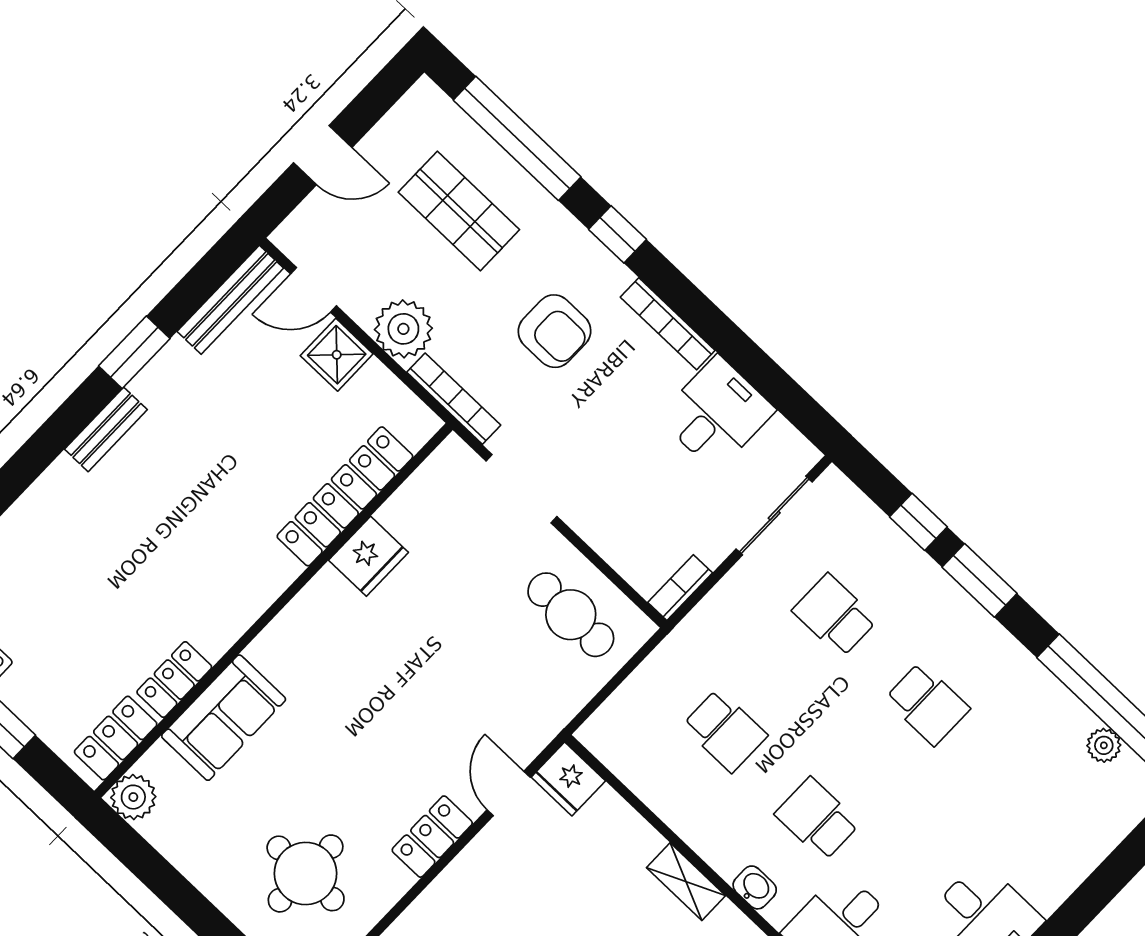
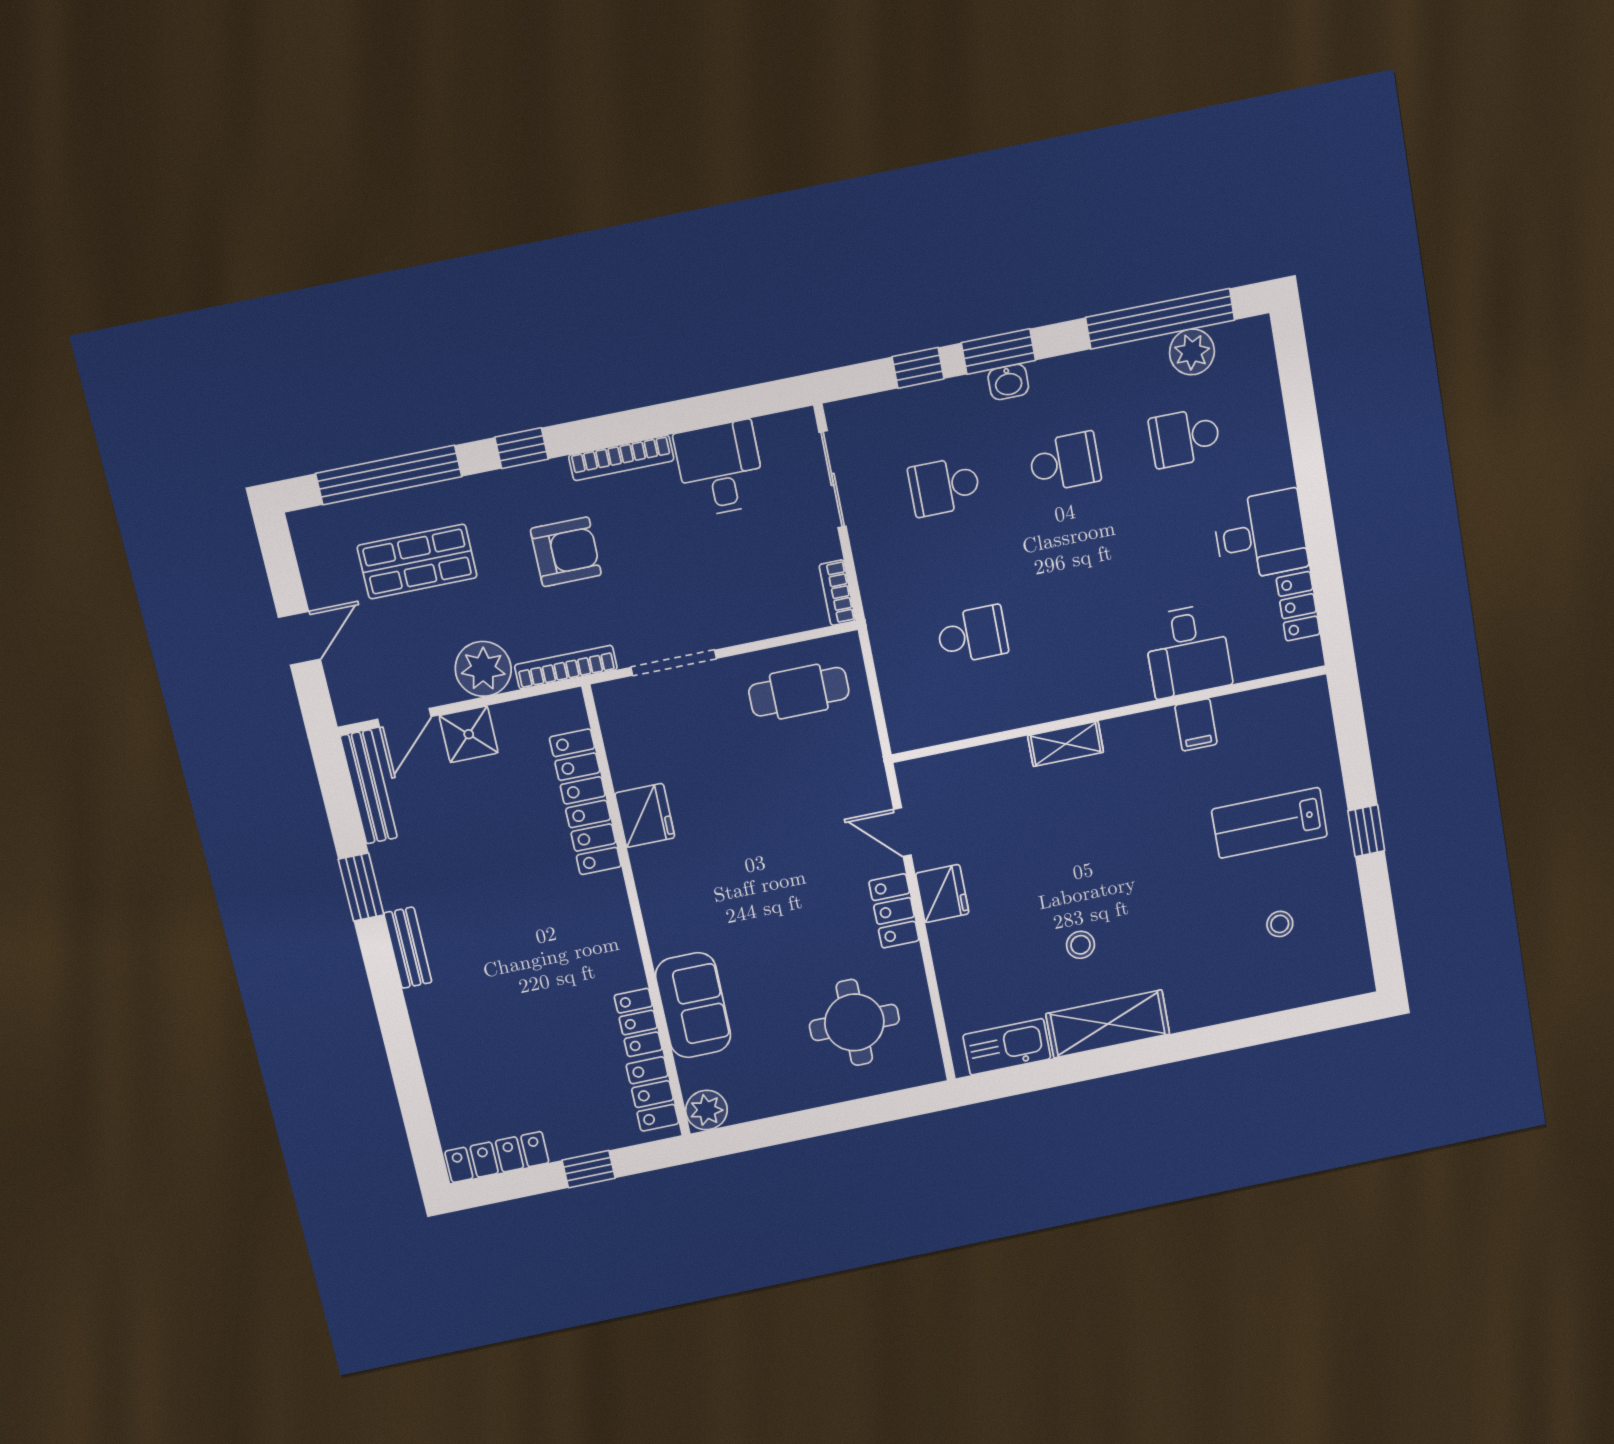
plant: (1104, 745) -> (1192, 352), width x1.38, depth x1.38
fridge: (568, 779) -> (942, 894), moved, turned -90
school desk: (817, 819) -> (1185, 438), moved
washbasin: (755, 887) -> (1008, 382), moved, turned 180

